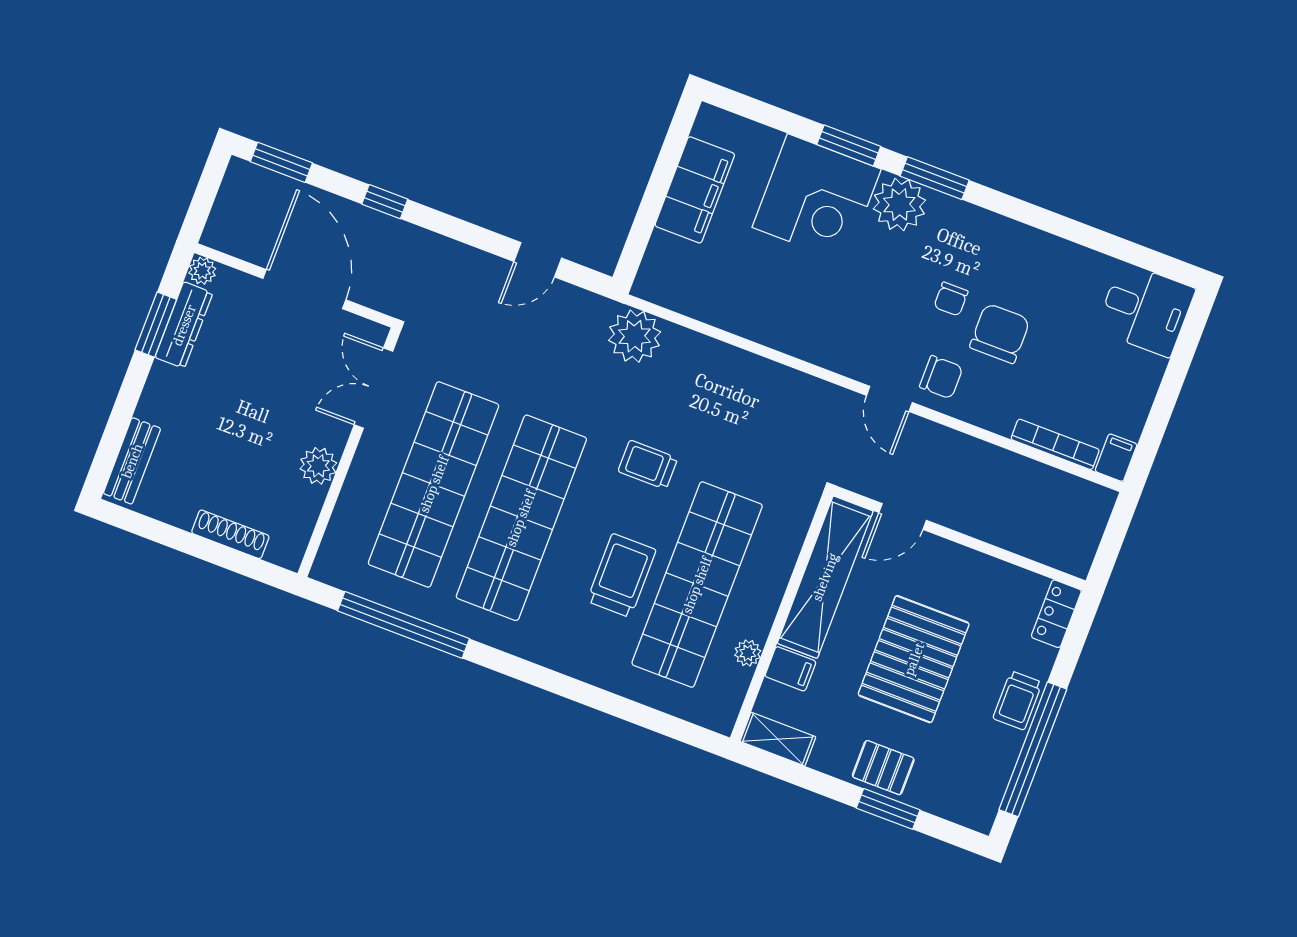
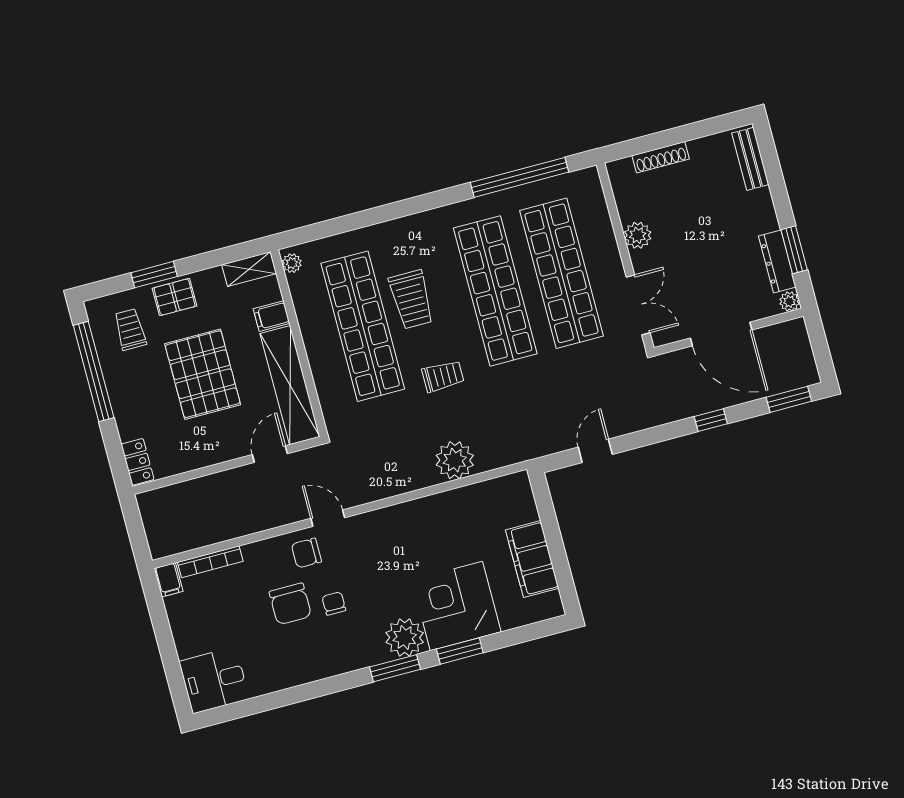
plant: (635, 336) -> (455, 460), moved
plant: (748, 653) -> (292, 263), moved
trolley: (1017, 700) -> (130, 329), moved

